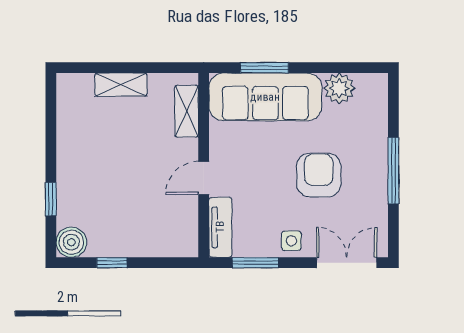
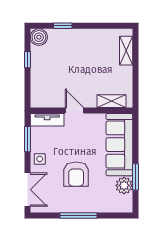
window: (264, 68) -> (136, 177), moved
shelving: (121, 85) -> (126, 51), moved
armchair: (319, 175) -> (76, 174), turned 90

